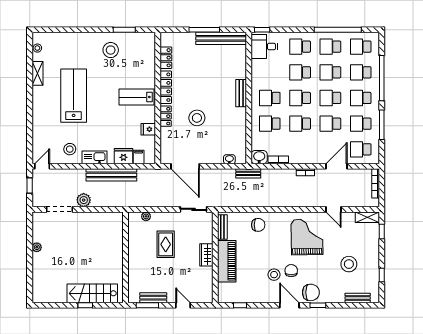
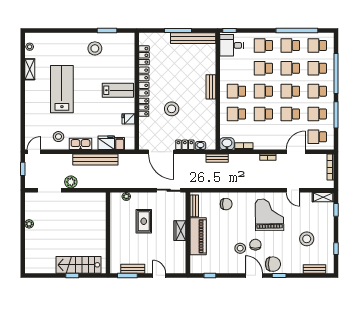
lab bench: (136, 97) -> (118, 90), turned 180
locker: (212, 158) -> (185, 145), added

